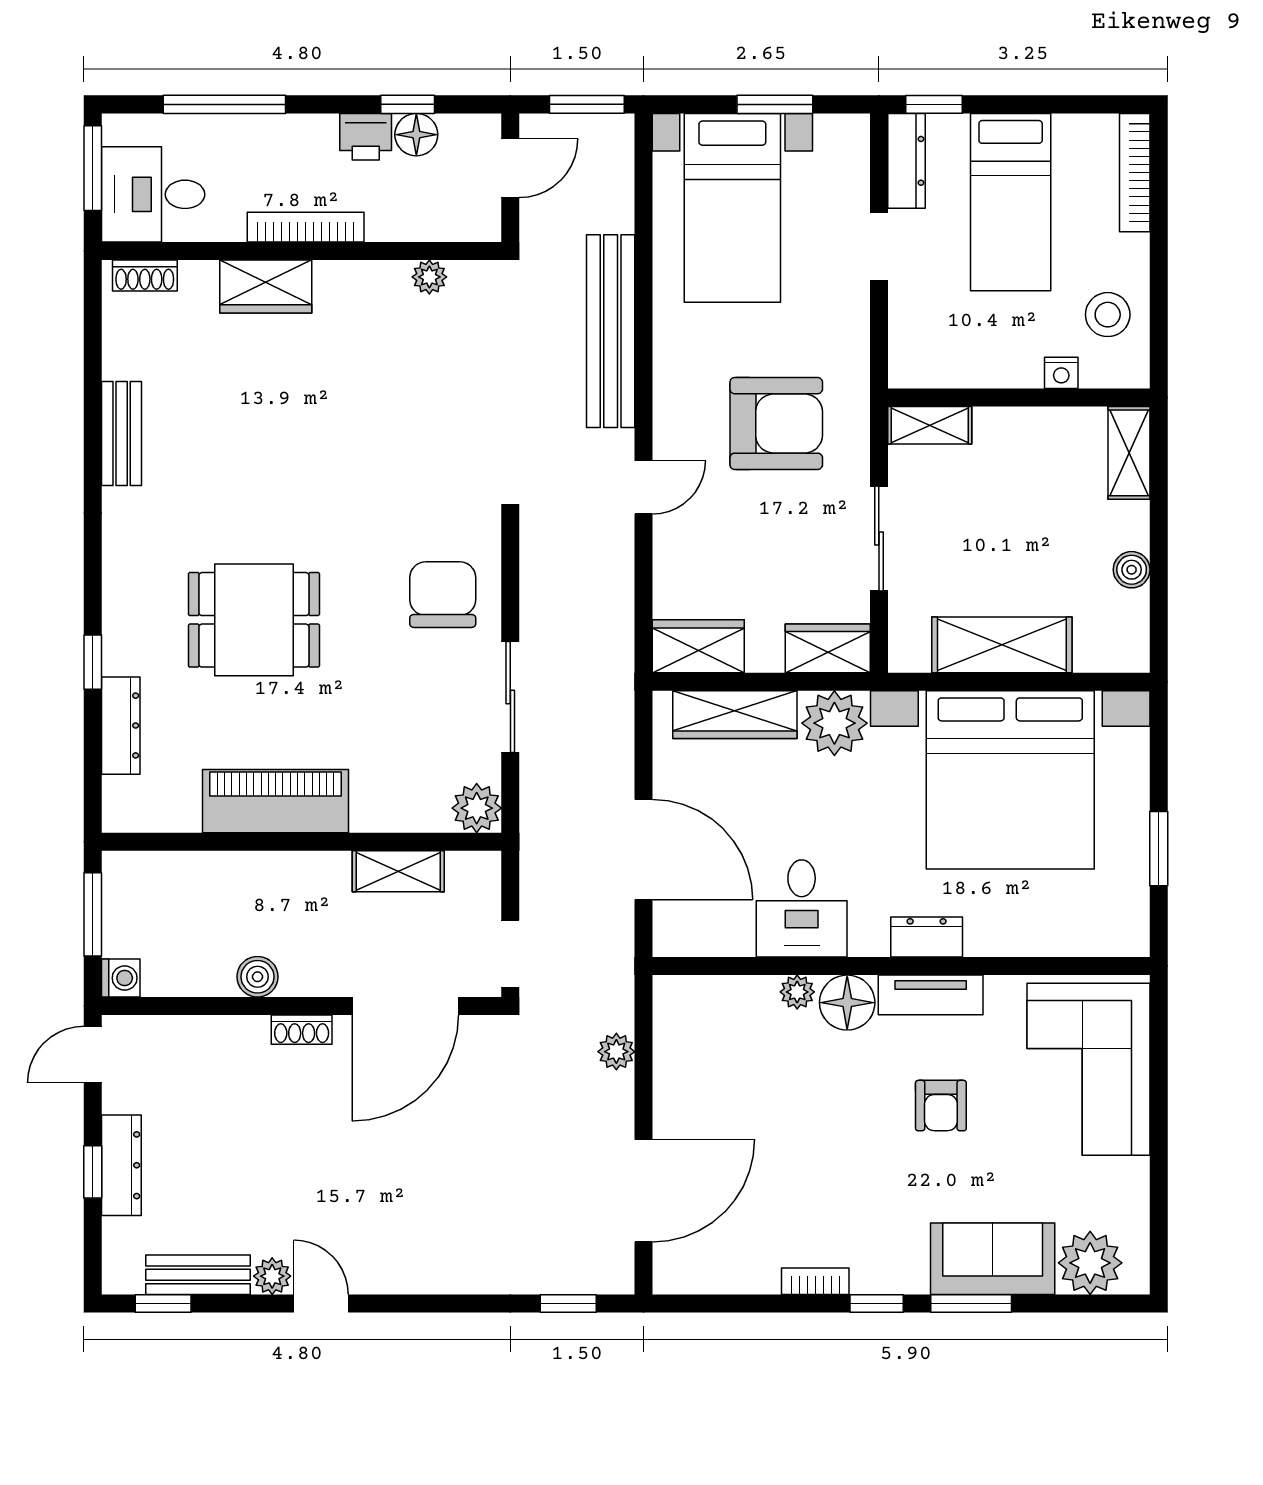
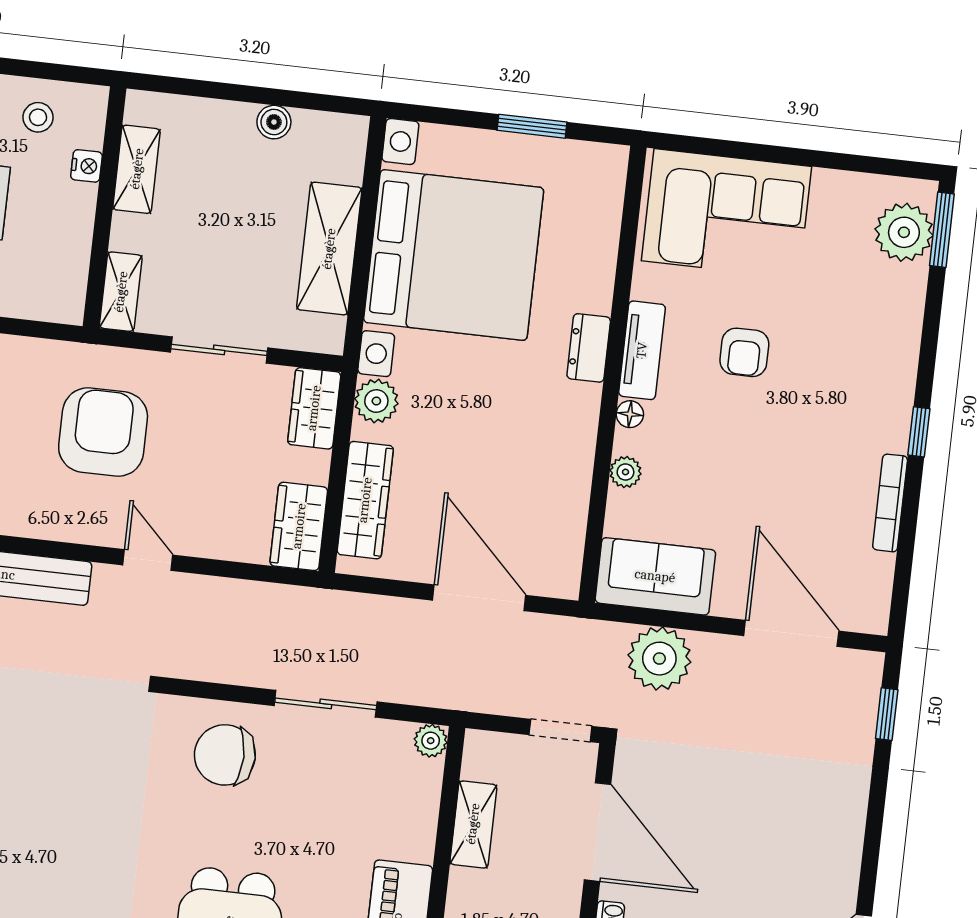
stool: (1108, 315) -> (38, 117), width x0.73, depth x0.73
shelving: (1129, 453) -> (137, 169), moved, turned 90
plant: (834, 723) -> (376, 401), width x0.73, depth x0.73
plant: (477, 808) -> (431, 741), width x0.73, depth x0.73
door: (644, 850) -> (479, 598), hinge flipped
desk: (802, 908) -> (549, 459), removed
floor lamp: (847, 1003) -> (630, 414), width x0.53, depth x0.53
plant: (616, 1052) -> (659, 659), width x1.87, depth x1.87
armchair: (941, 1106) -> (744, 352), turned 90
sofa: (993, 1259) -> (655, 576), moved, turned 90
bookcase: (815, 1281) -> (890, 503), width x1.56
window: (971, 1304) -> (942, 230), moved

